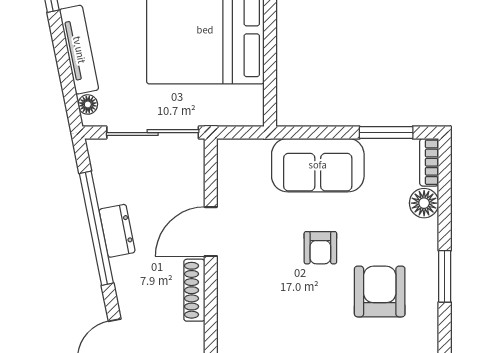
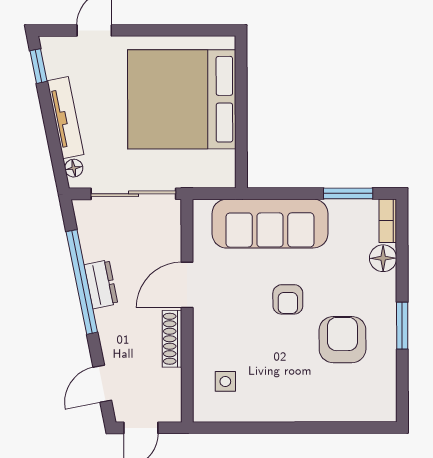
sofa: (318, 165) -> (270, 224), width x1.36
side table: (252, 337) -> (225, 381), added

